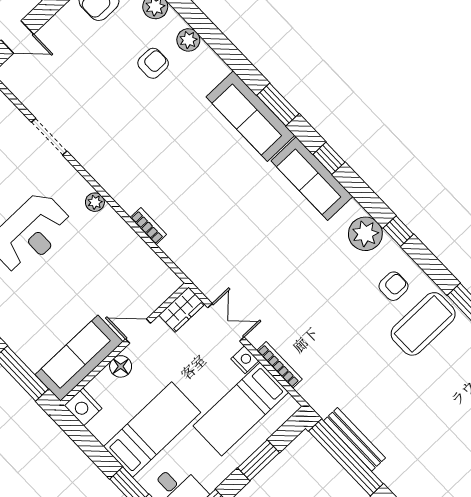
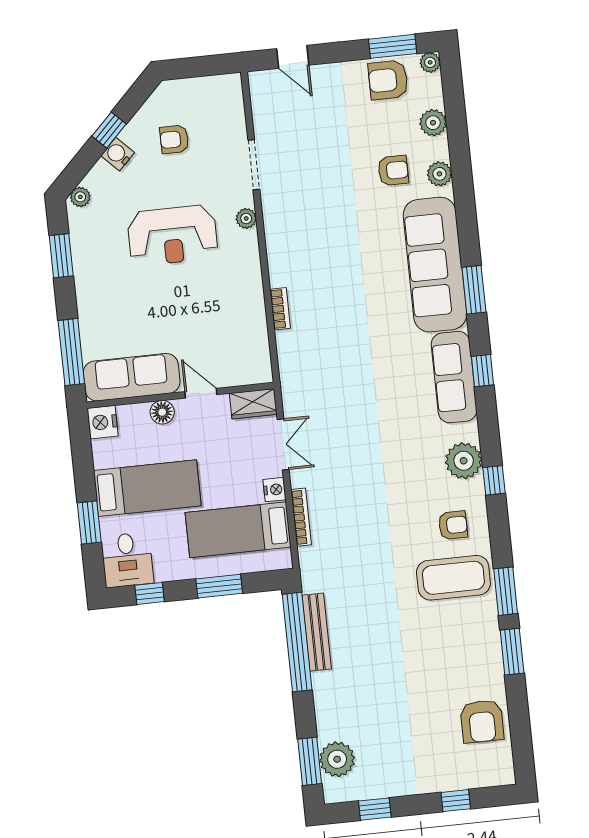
sofa: (250, 116) -> (435, 265), width x1.36, depth x1.27
plant: (95, 202) -> (246, 218), moved

